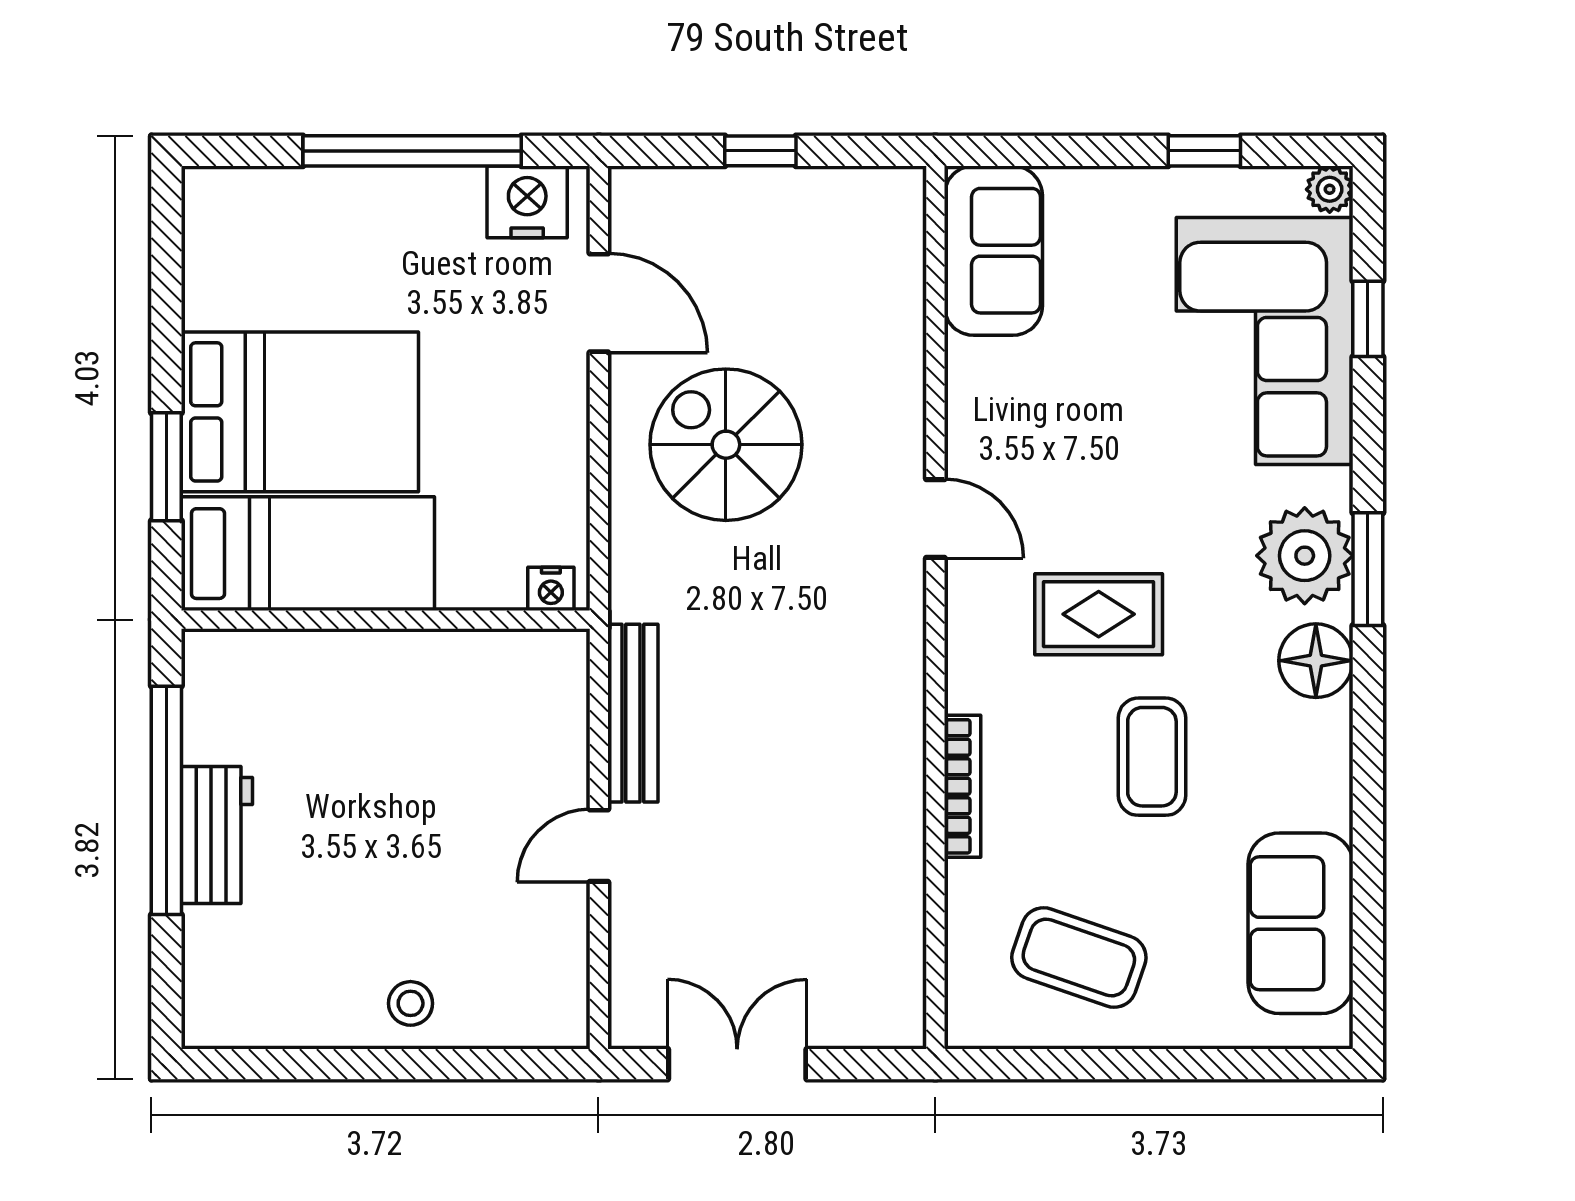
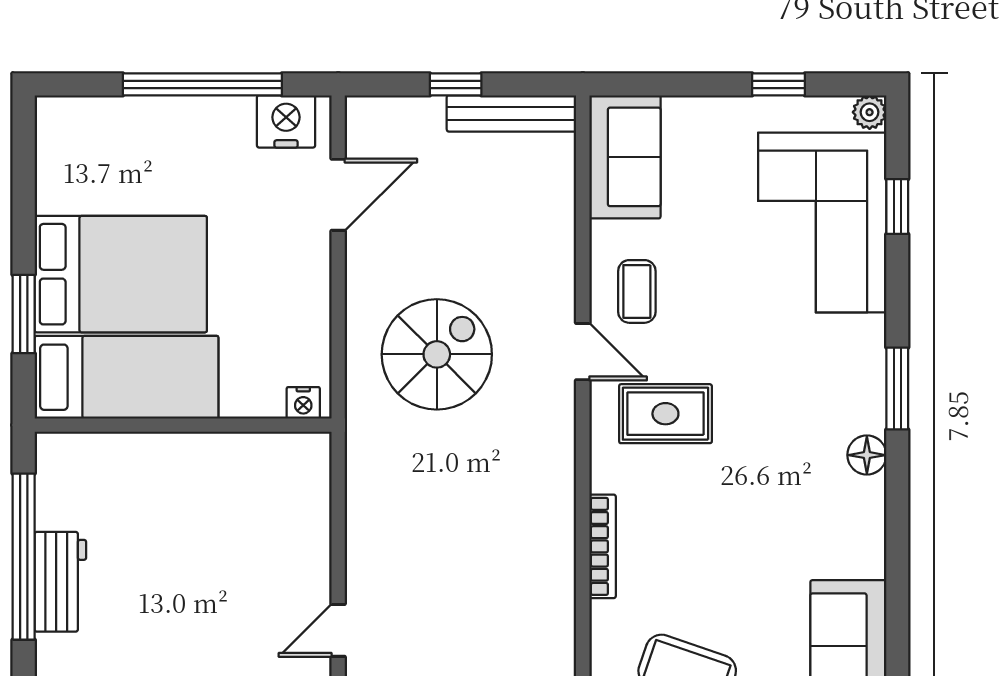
door: (599, 303) -> (338, 195), hinge flipped
spiral stairs: (726, 445) -> (437, 354), moved, turned 90
plant: (1305, 556) -> (851, 379), removed
rug: (1099, 614) -> (665, 414), moved
floor lamp: (1316, 661) -> (867, 455), width x0.73, depth x0.73
bench: (633, 713) -> (511, 113), moved, turned 90
coffee table: (1152, 757) -> (637, 291), moved, width x0.73, depth x0.77
door: (599, 846) -> (338, 630), moved

